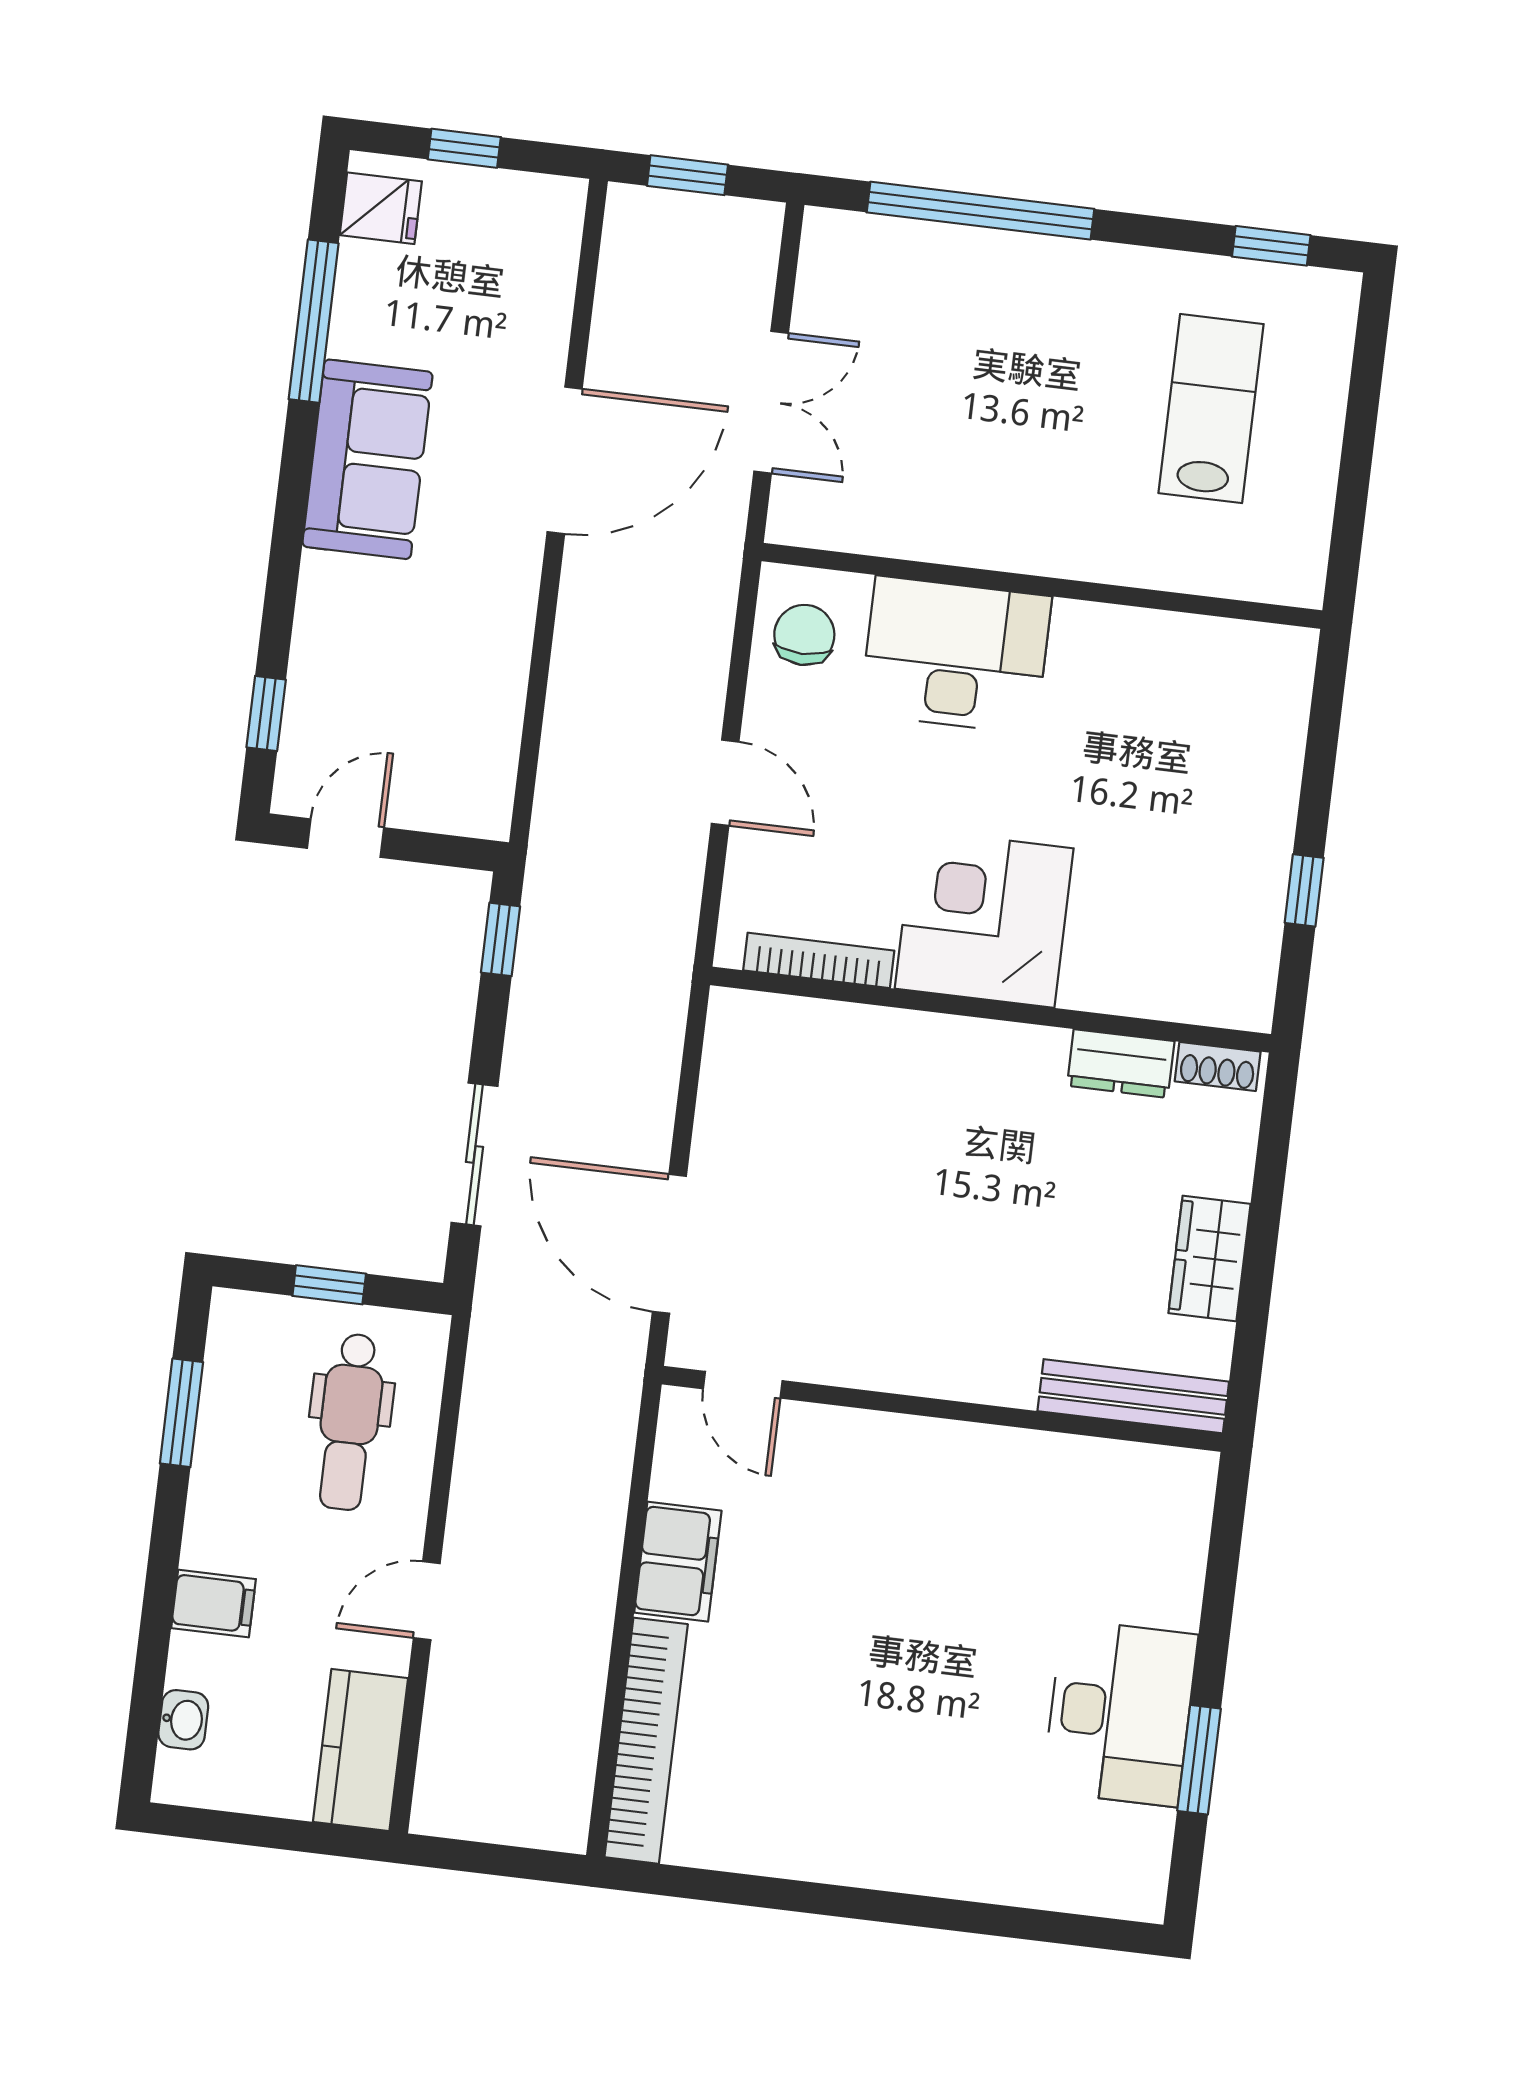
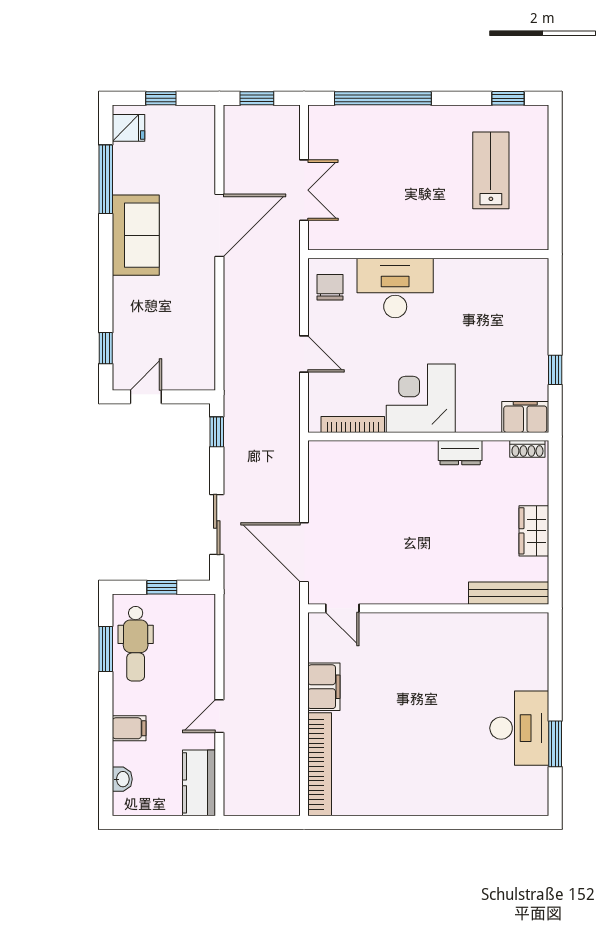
filing cabinet: (1221, 992) -> (525, 417), added
dresser: (1121, 1063) -> (460, 453), moved
dental chair: (349, 1422) -> (136, 644), moved

